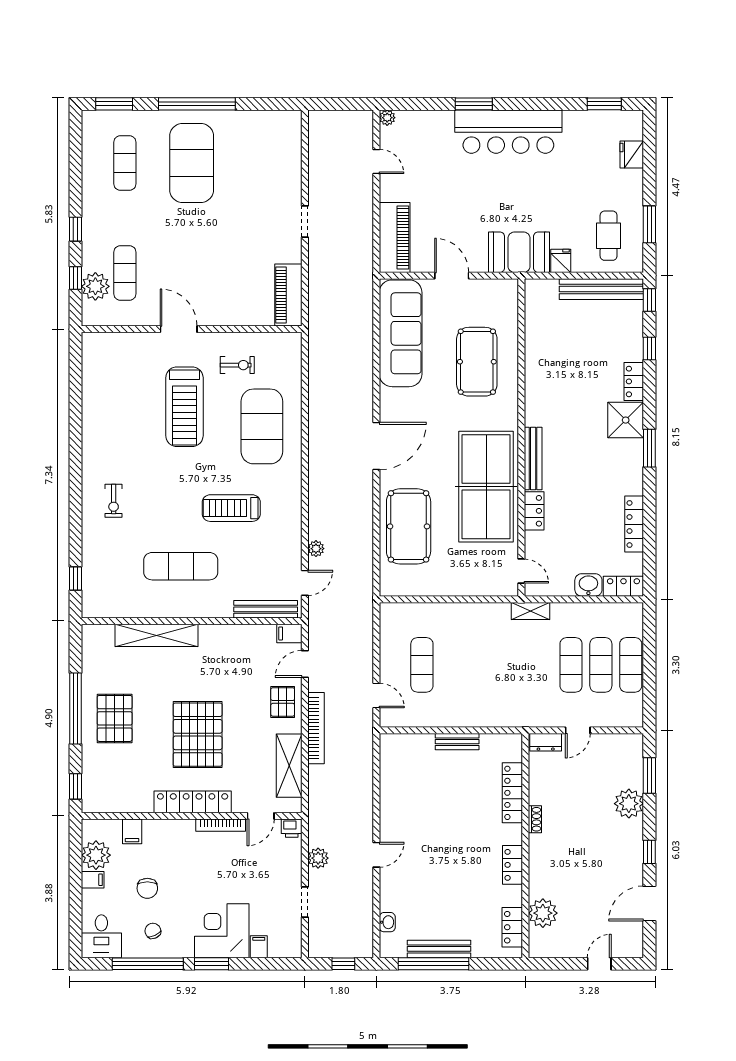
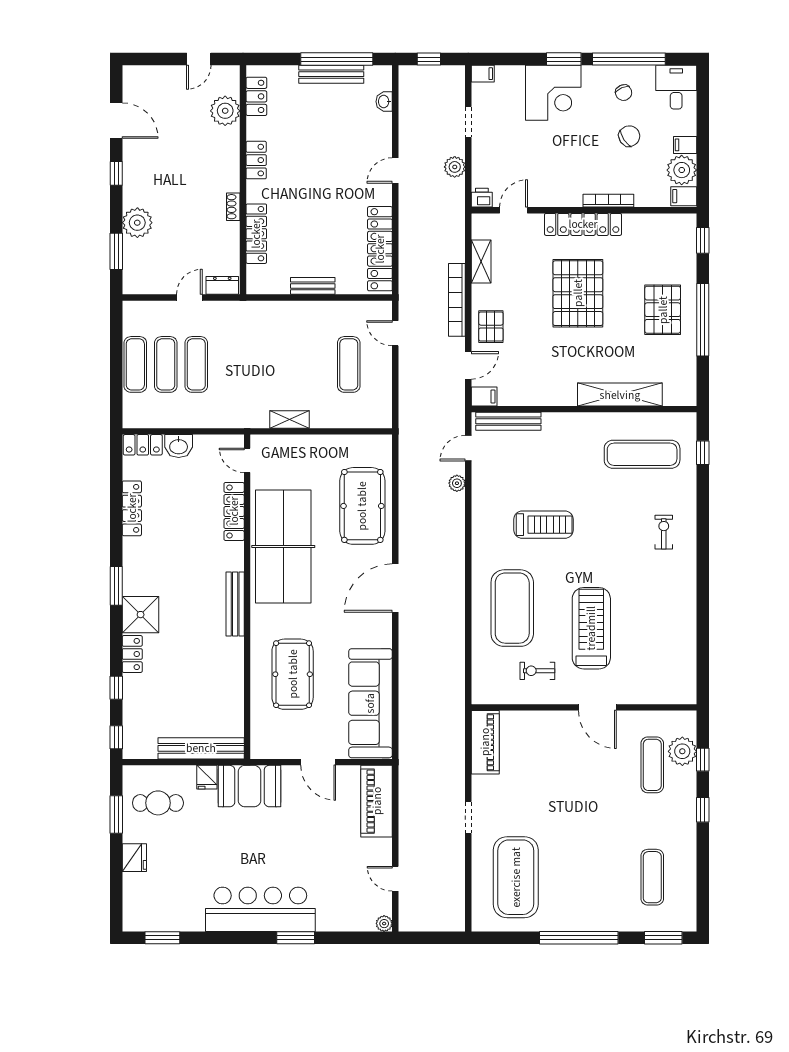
fridge: (632, 155) -> (134, 858), moved
exercise mat: (192, 163) -> (516, 877), moved
cafe table: (609, 236) -> (158, 803), turned 90
bench: (601, 289) -> (201, 748), moved
bench: (533, 458) -> (235, 604), moved
locker: (534, 511) -> (234, 511), width x1.53
exercise mat: (181, 566) -> (642, 454), moved
shelving: (530, 611) -> (289, 420), moved
shelving: (289, 766) -> (481, 261), width x0.67, depth x0.75
locker: (391, 778) -> (380, 249), added
bookcase: (221, 825) -> (608, 201), moved
filing cabinet: (132, 831) -> (684, 196), moved, turned -90
chair: (147, 888) -> (629, 136), turned 56
door: (649, 903) -> (116, 121), hinge flipped
filing cabinet: (259, 947) -> (483, 74), moved, turned -90
door: (599, 964) -> (199, 59), moved

